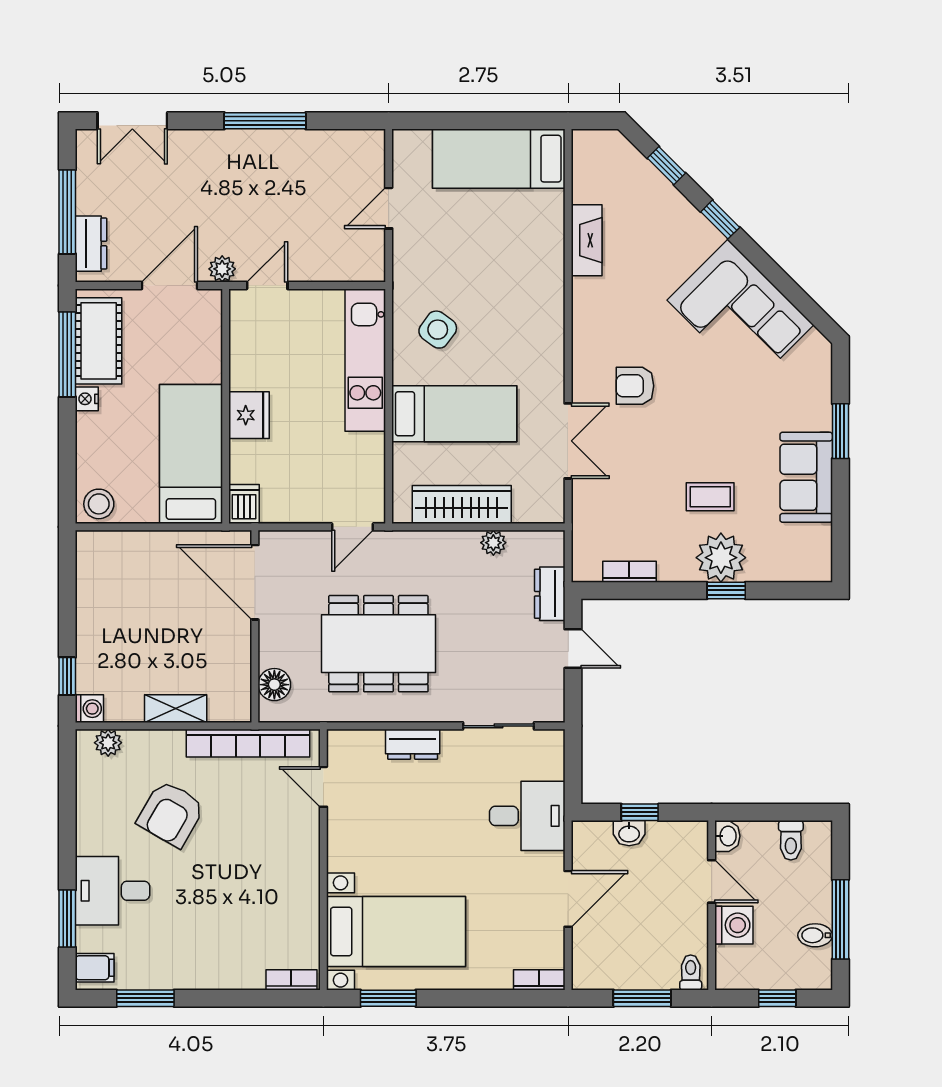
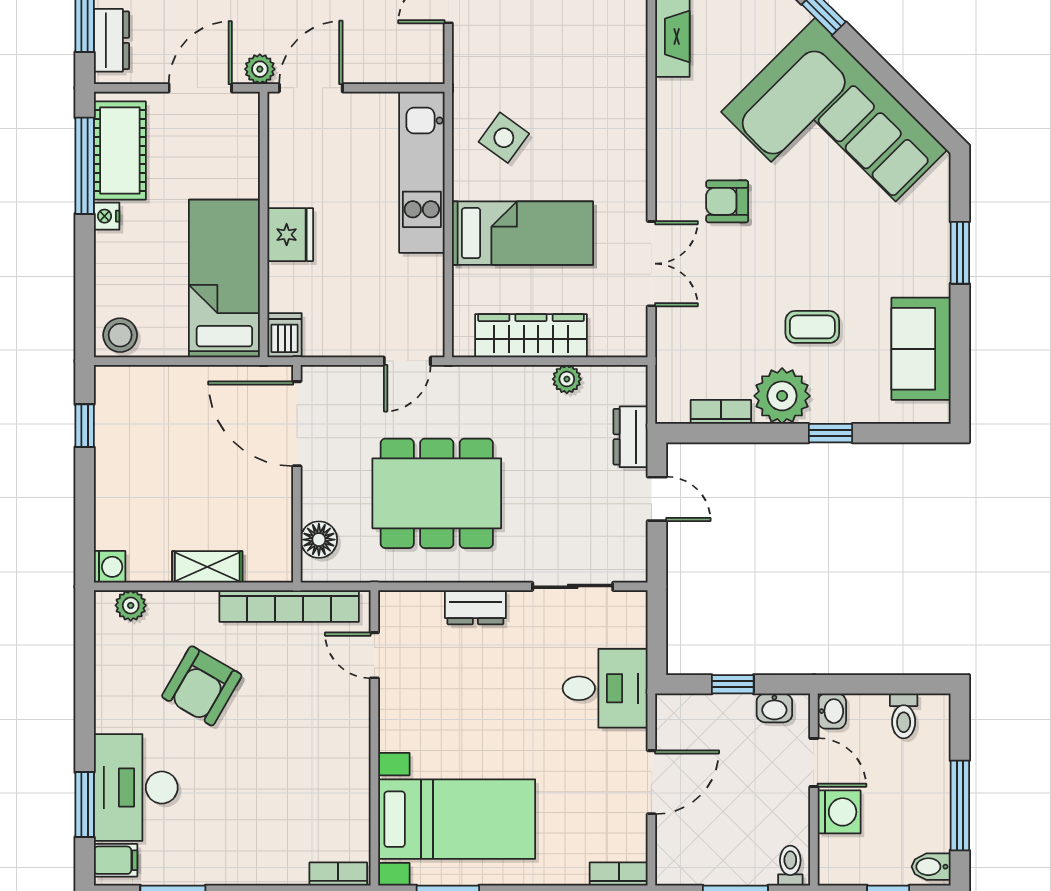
door: (267, 286) -> (311, 88), width x1.38
corner sofa: (740, 312) -> (834, 131), width x1.36, depth x1.36
sofa: (806, 477) -> (921, 349), moved
plant: (721, 558) -> (782, 396), moved
window: (67, 676) -> (85, 426), moved
washbasin: (629, 833) -> (774, 708), moved
desk: (113, 891) -> (136, 788), width x1.37
bidet: (815, 935) -> (931, 867), moved

